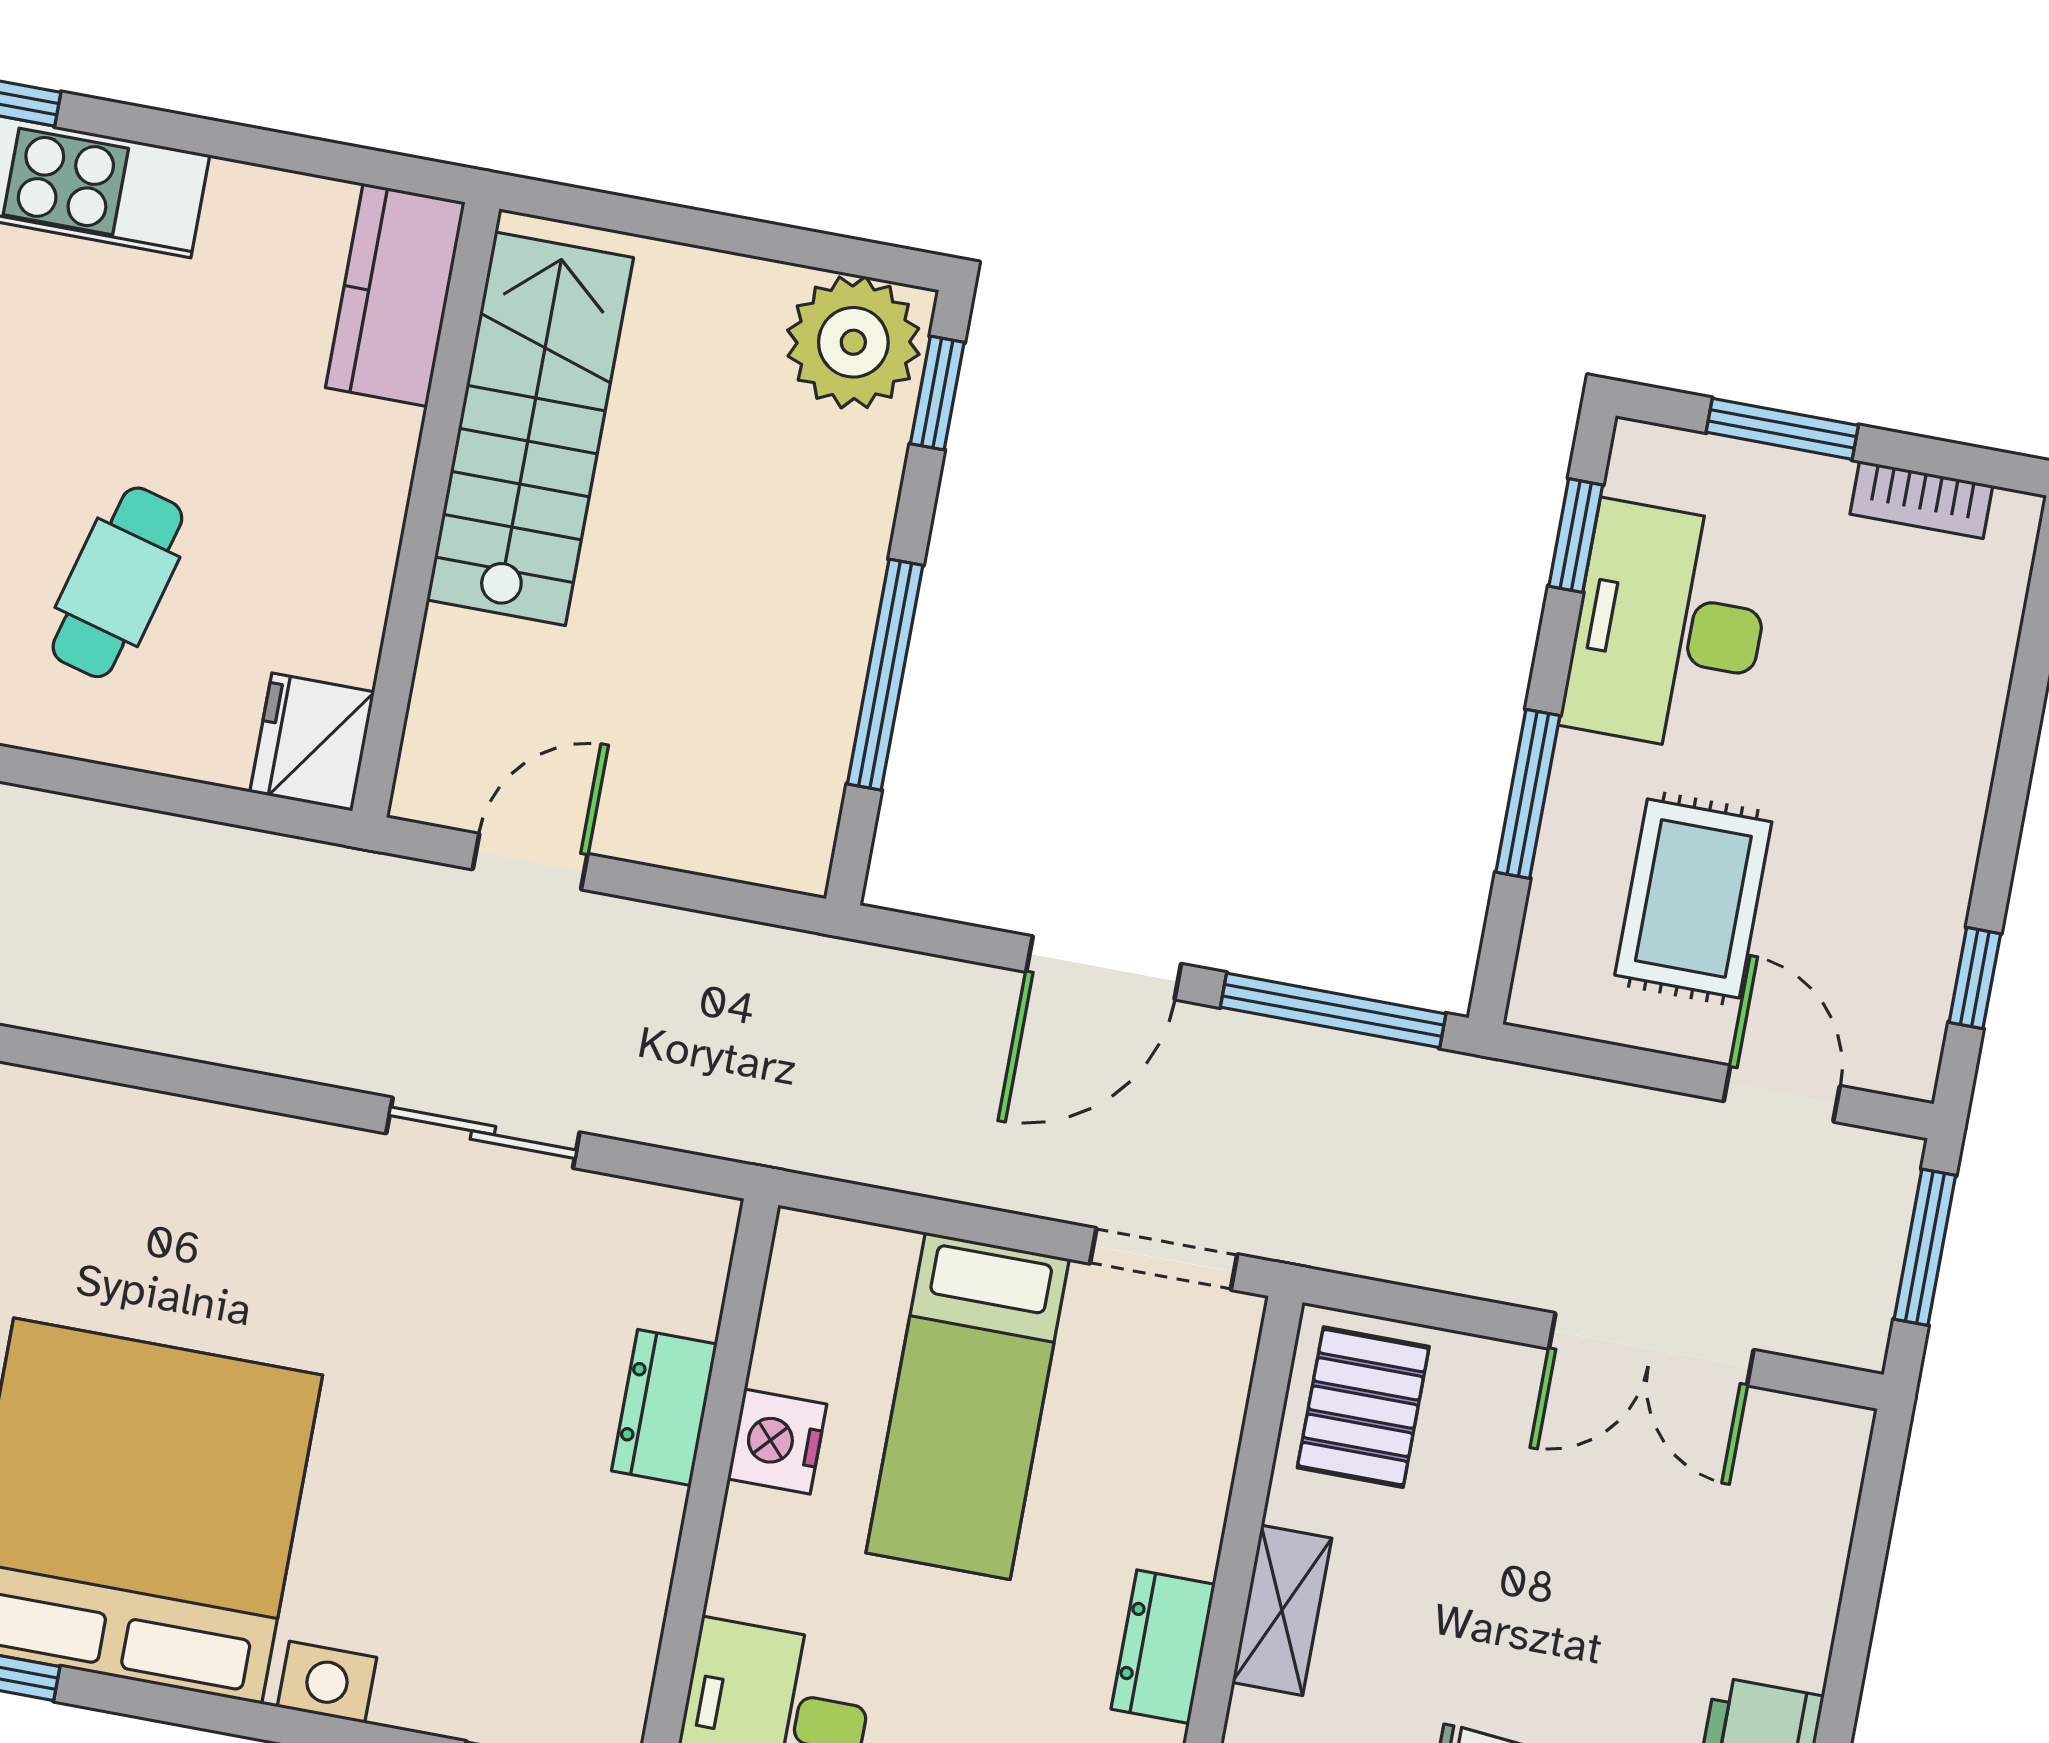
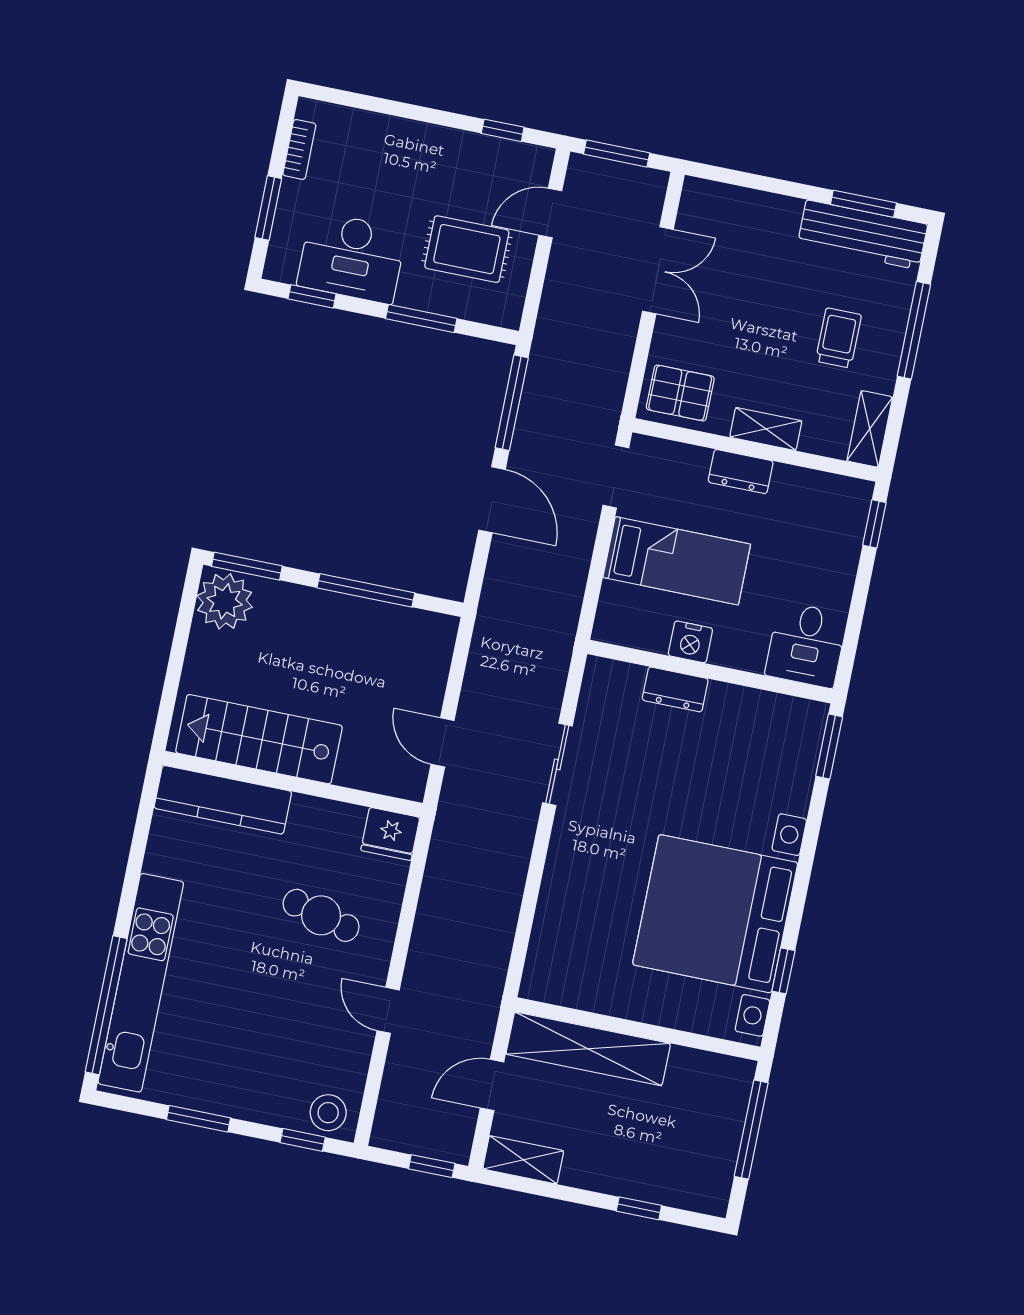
kitchen counter: (395, 295) -> (223, 800), width x1.50
window: (937, 393) -> (247, 566), width x1.50
dresser: (1163, 1647) -> (741, 472), moved

